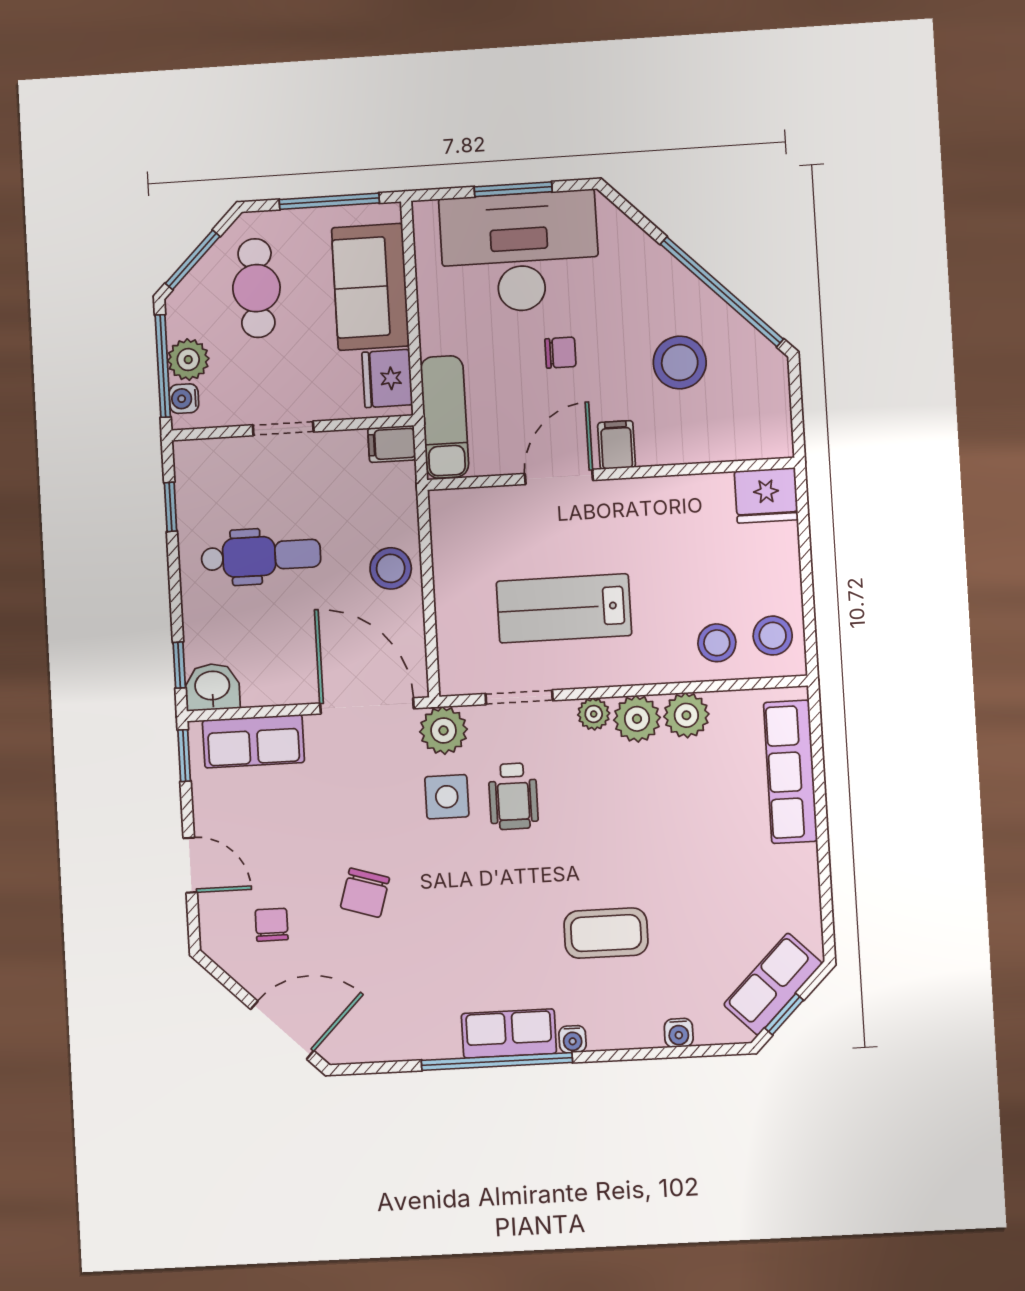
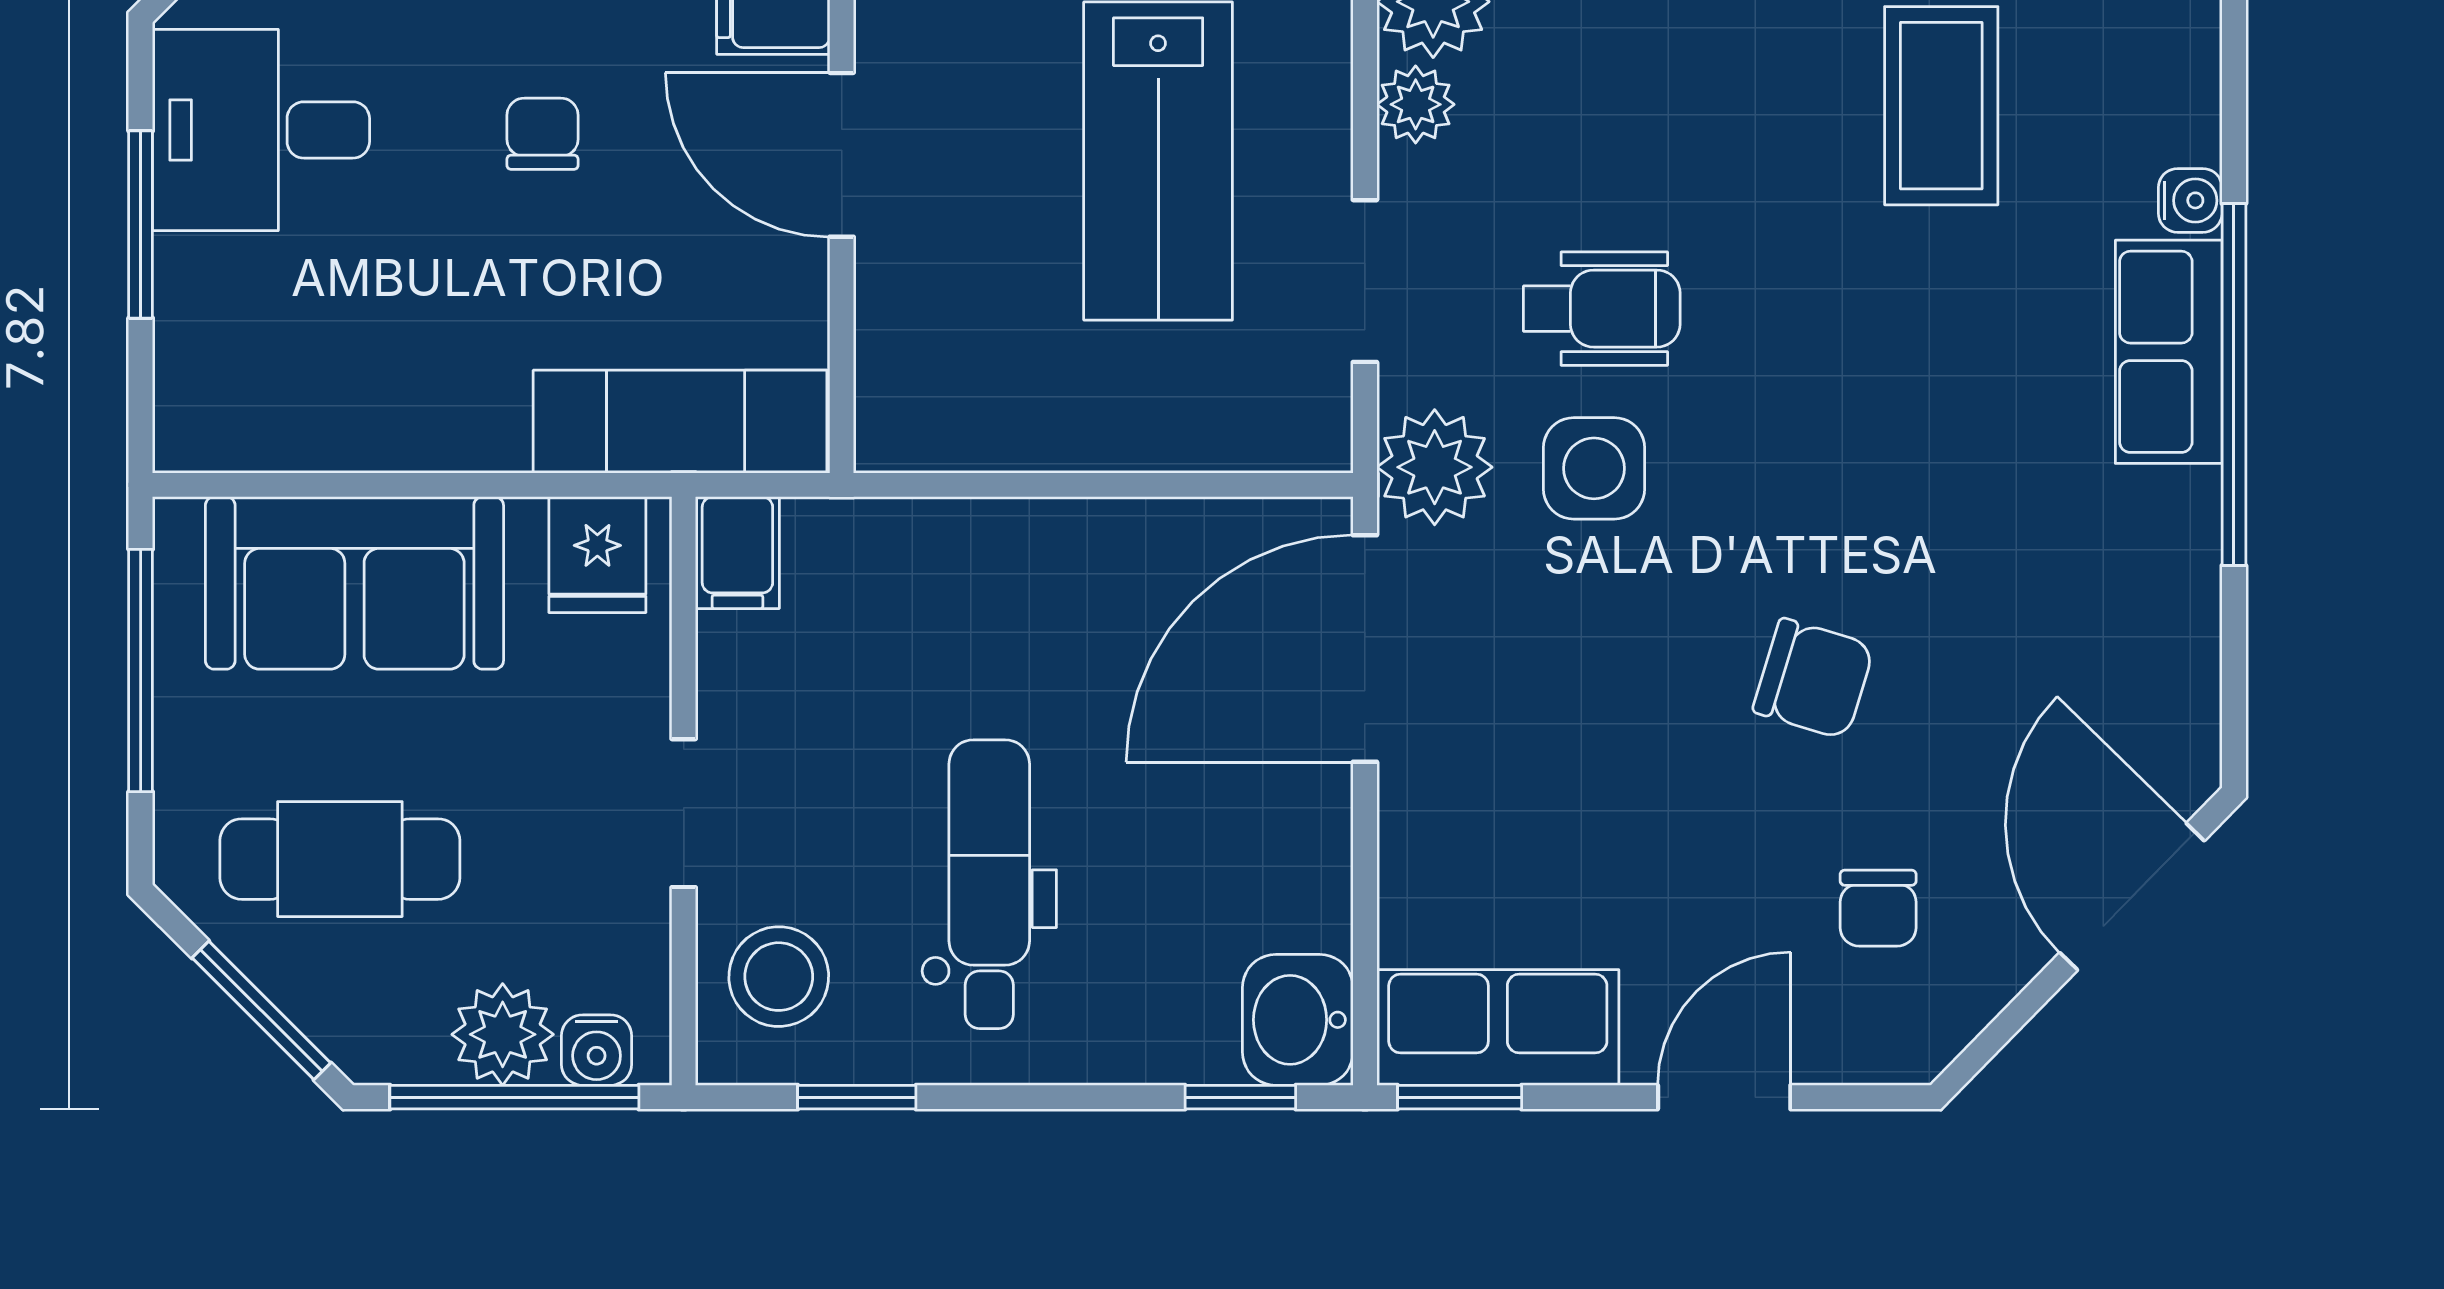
desk: (520, 252) -> (261, 130), width x0.53, depth x0.77
fridge: (387, 379) -> (597, 555), width x0.72
stool: (391, 568) -> (779, 977), moved
row of seats: (253, 741) -> (1498, 1027), moved, turned -90
chair: (272, 925) -> (1878, 908), turned -90

